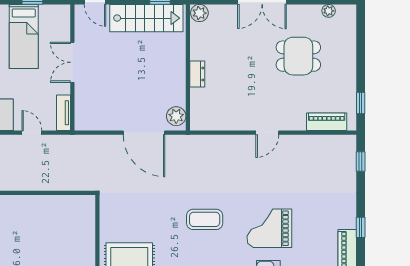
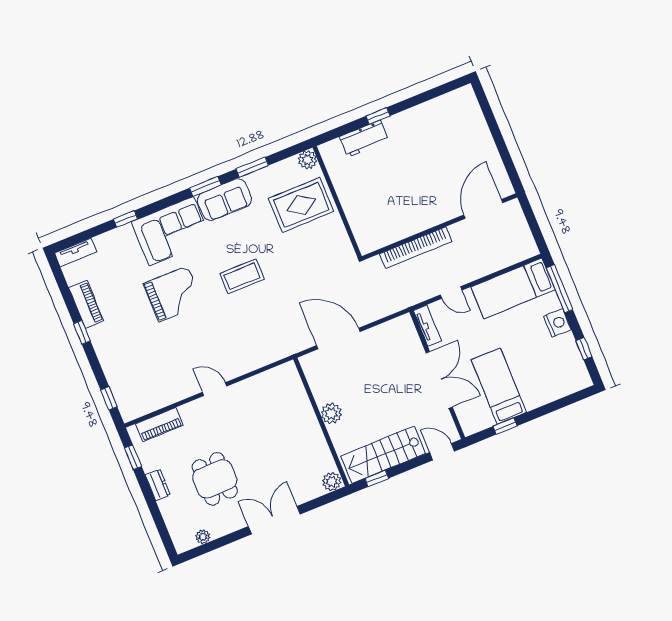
dining table: (298, 56) -> (215, 479), turned 90
double door: (72, 62) -> (439, 380), width x1.37
dresser: (197, 74) -> (158, 485), moved, turned 180
plant: (176, 116) -> (331, 413), moved
door: (267, 133) -> (215, 389), hinge flipped
bookcase: (47, 183) -> (416, 248), added

